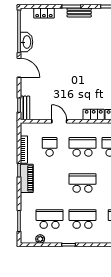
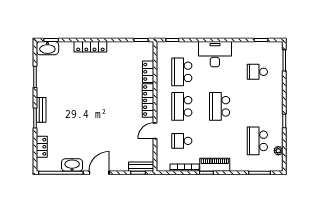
locker: (94, 115) -> (148, 100), width x1.53
school desk: (83, 219) -> (257, 106), removed

